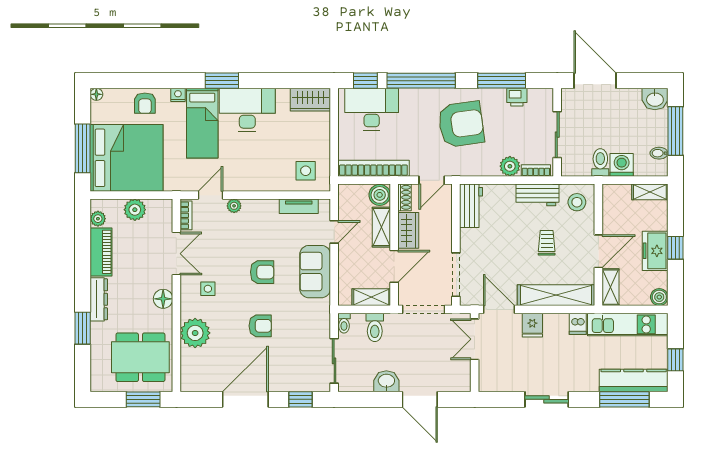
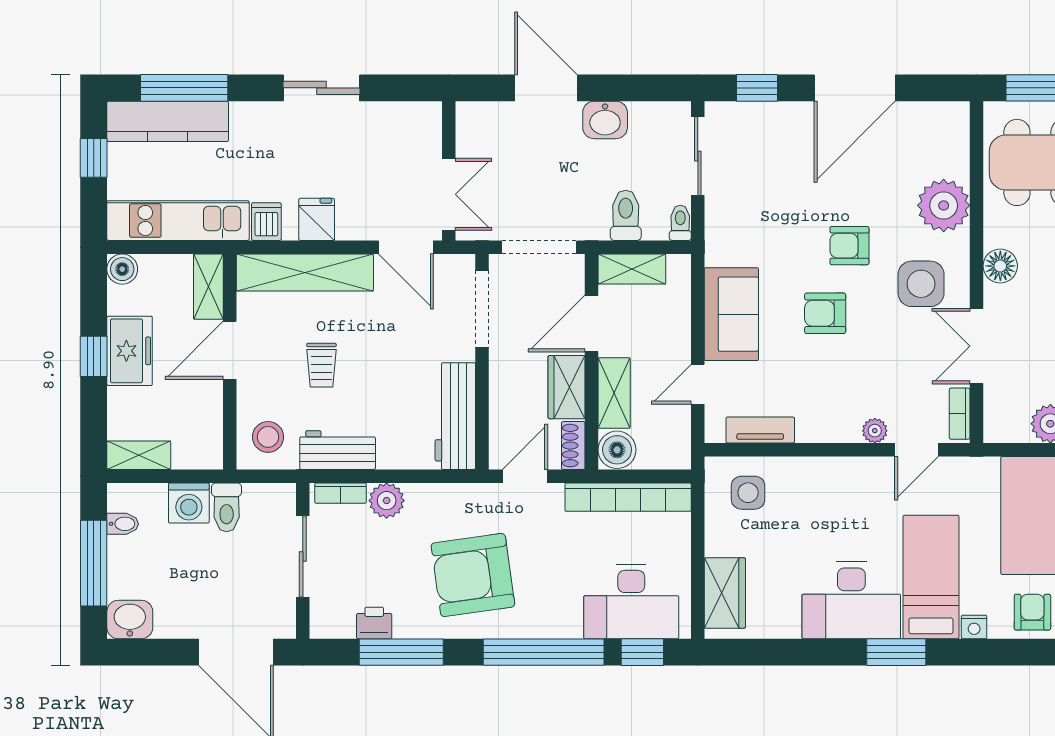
wardrobe: (310, 100) -> (725, 593), moved, turned 90
workbench: (471, 206) -> (455, 416), width x1.38
side table: (208, 289) -> (921, 284), width x1.87, depth x1.87
fridge: (532, 325) -> (317, 219), moved
armchair: (260, 326) -> (849, 246), moved

